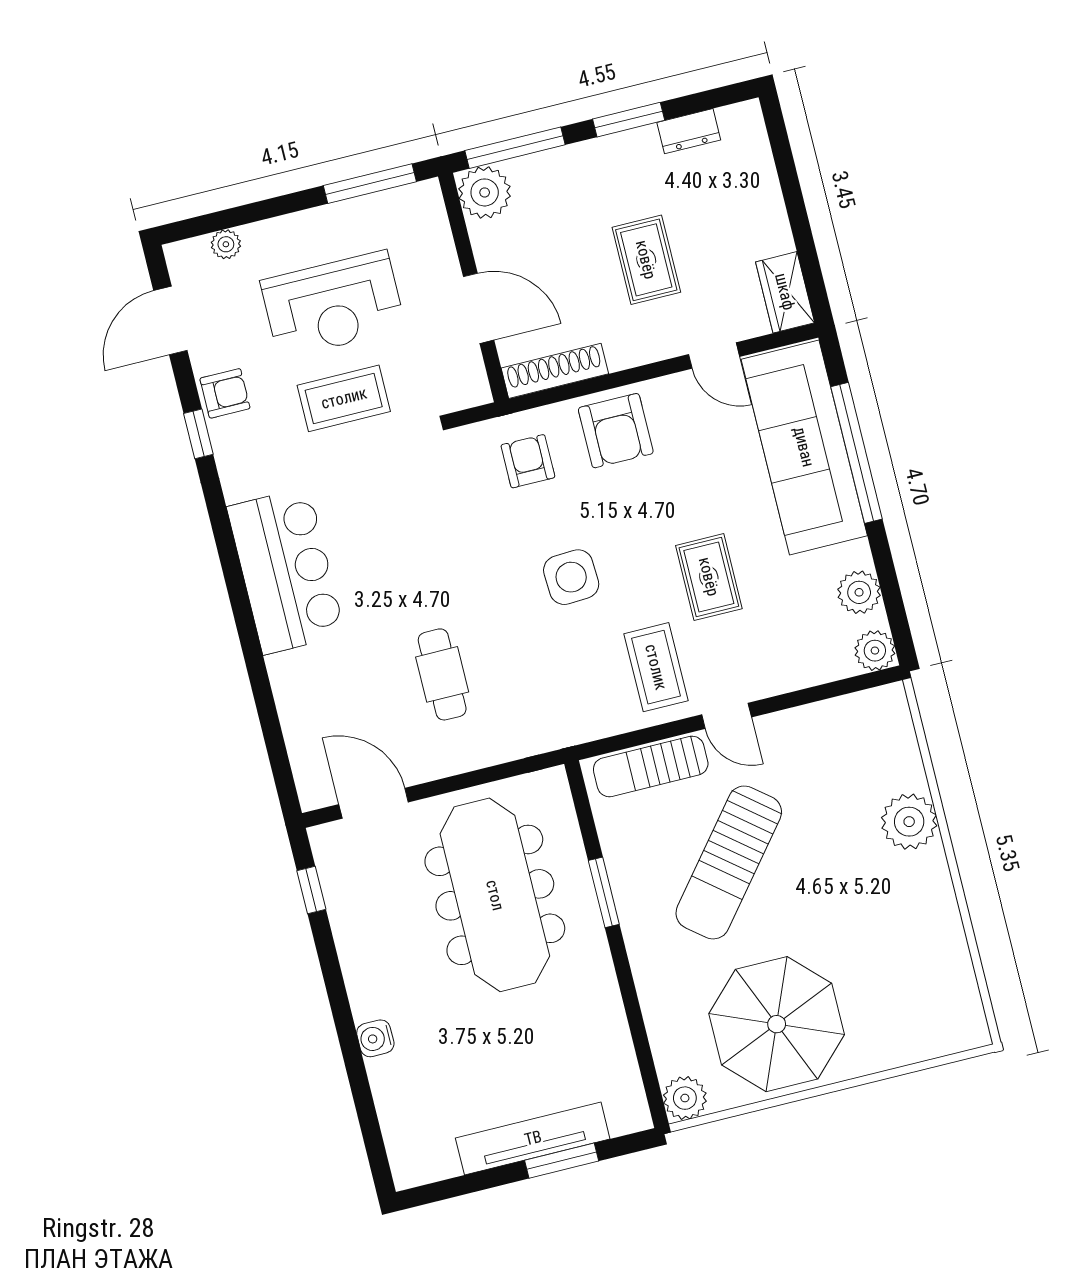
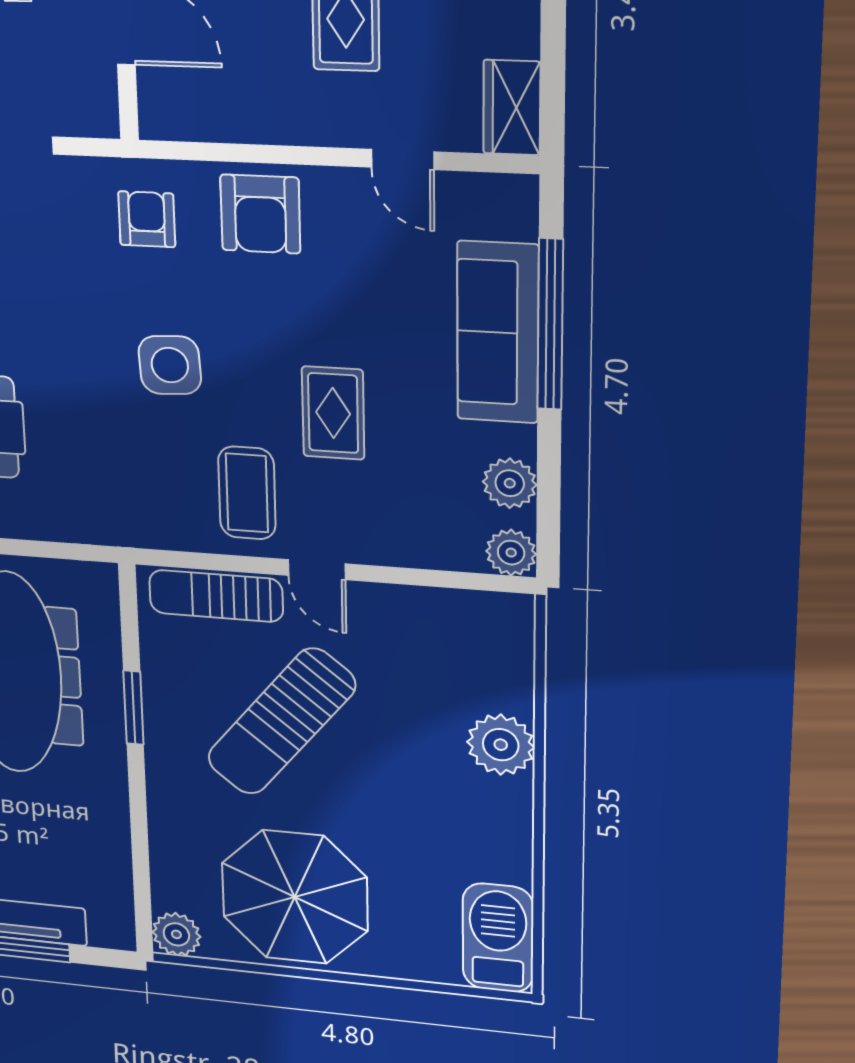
shoe rack: (555, 371) -> (202, 123), removed
sofa: (804, 447) -> (498, 333), width x0.74, depth x0.79
barbecue: (952, 1001) -> (498, 938), added

